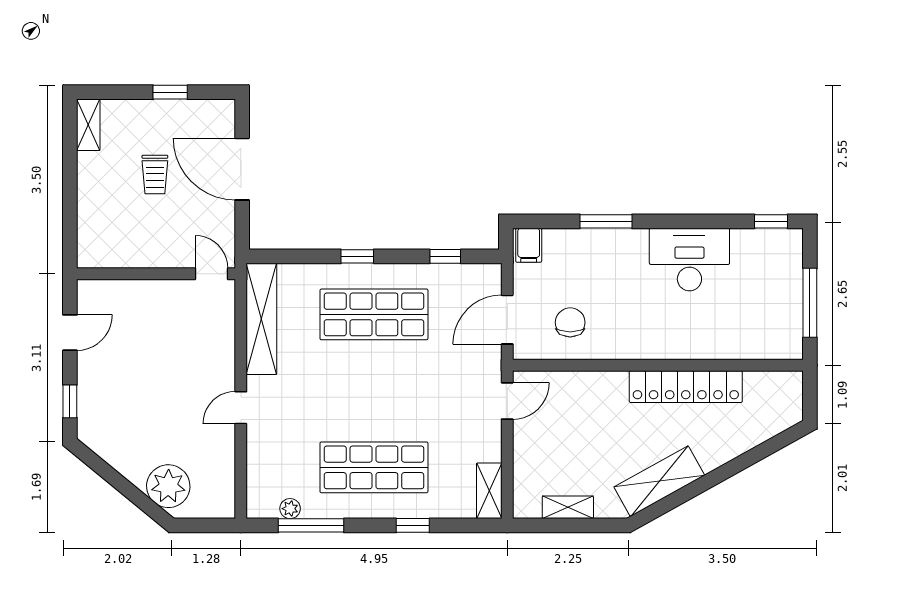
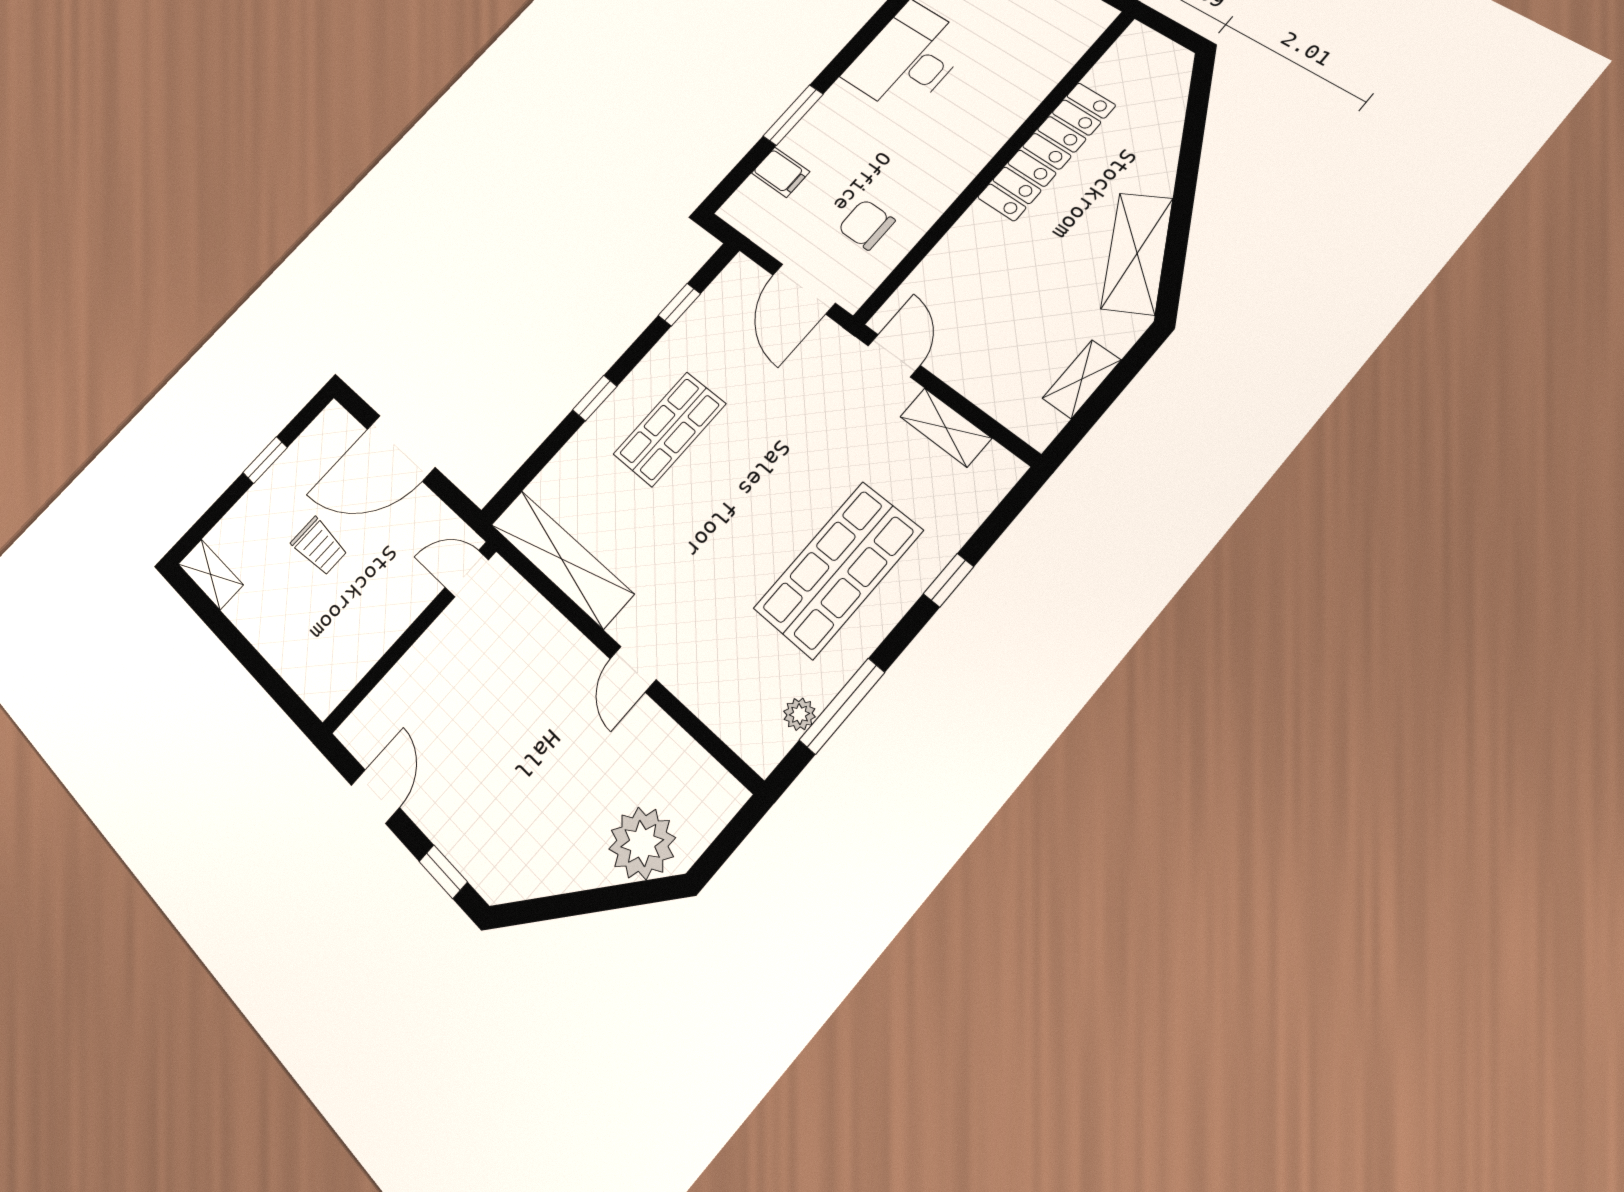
filing cabinet: (529, 245) -> (781, 172), moved
shop shelf: (374, 314) -> (670, 429), width x0.70, depth x0.74
shelving: (489, 491) -> (946, 427), moved

